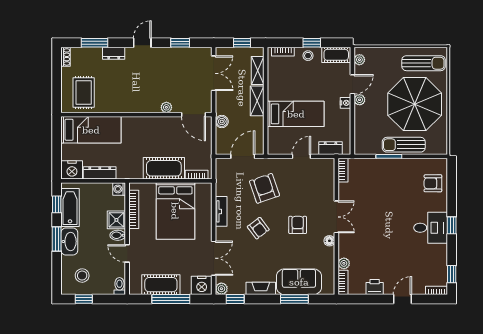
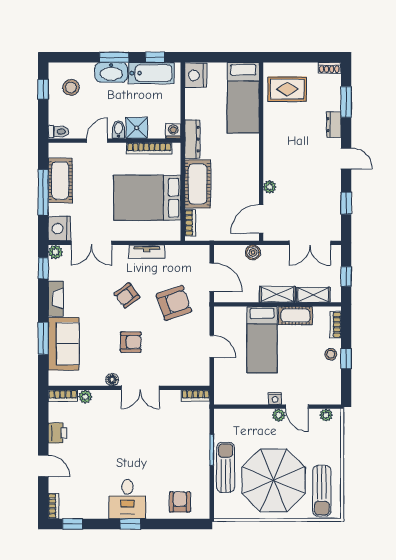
cot: (336, 55) -> (295, 316), moved, turned 90
dresser: (331, 148) -> (221, 381), removed
dresser: (100, 173) -> (192, 139), moved

